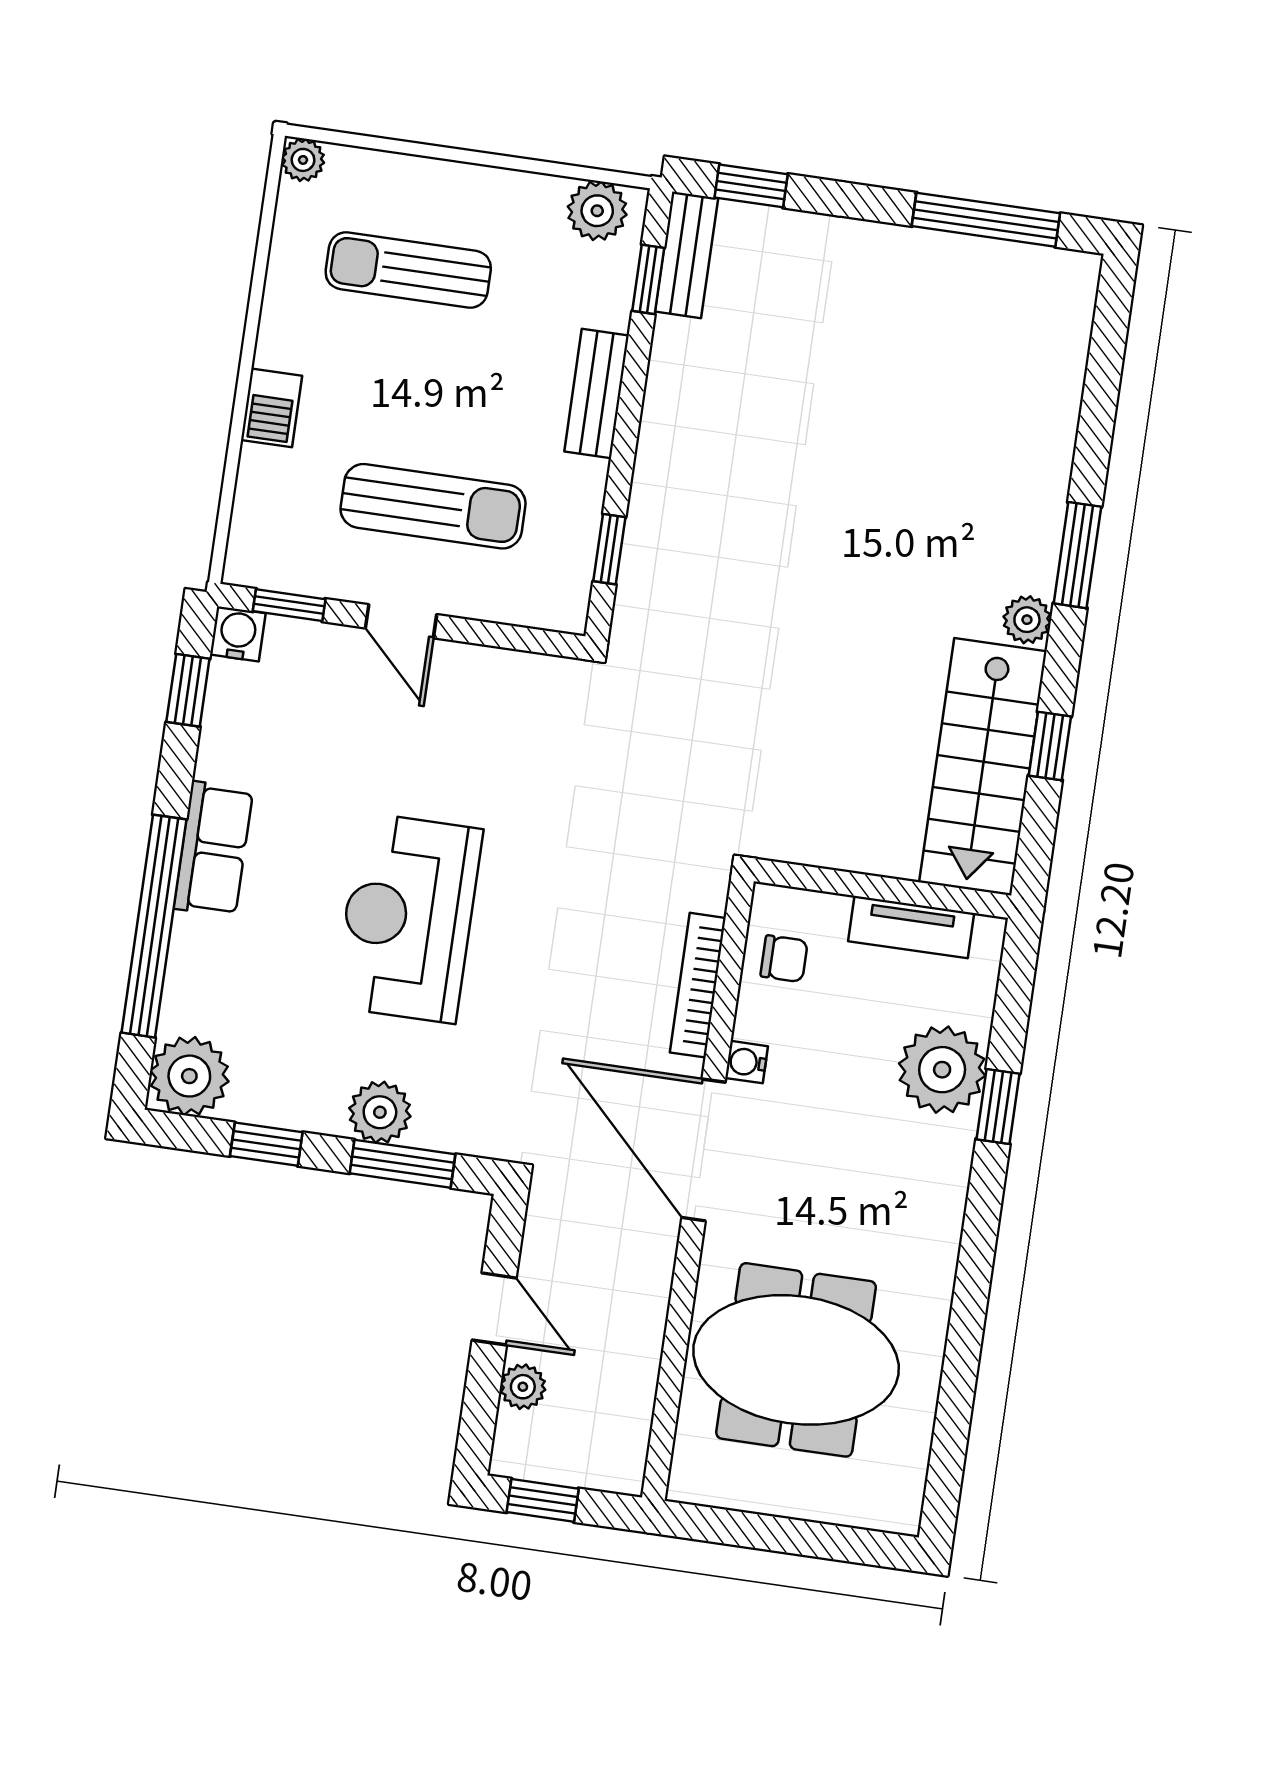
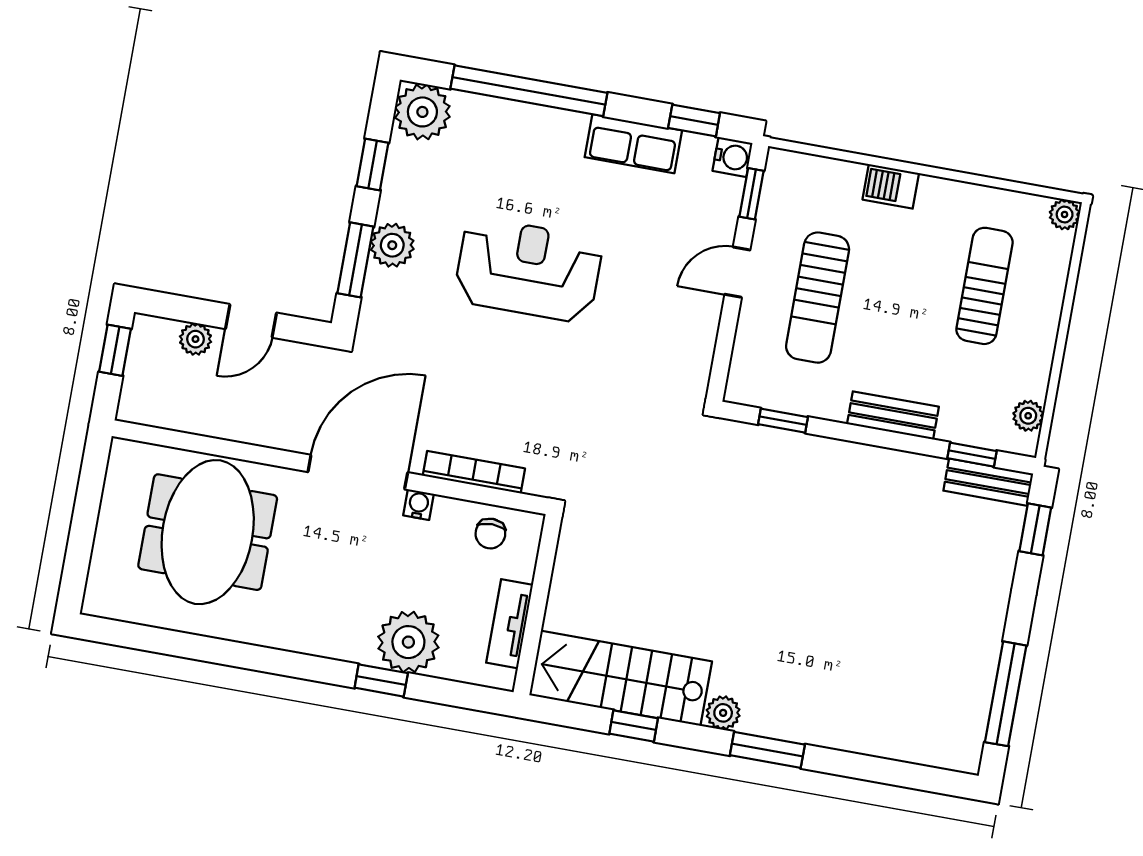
plant: (597, 211) -> (1028, 416), width x0.73, depth x0.73
row of seats: (213, 849) -> (633, 144), moved

